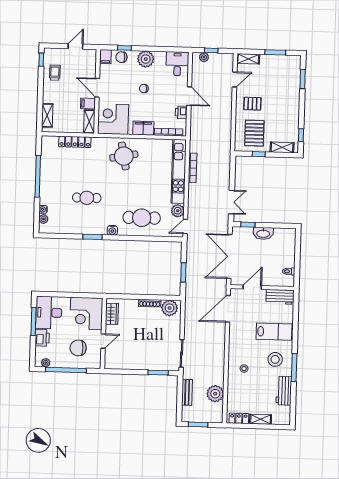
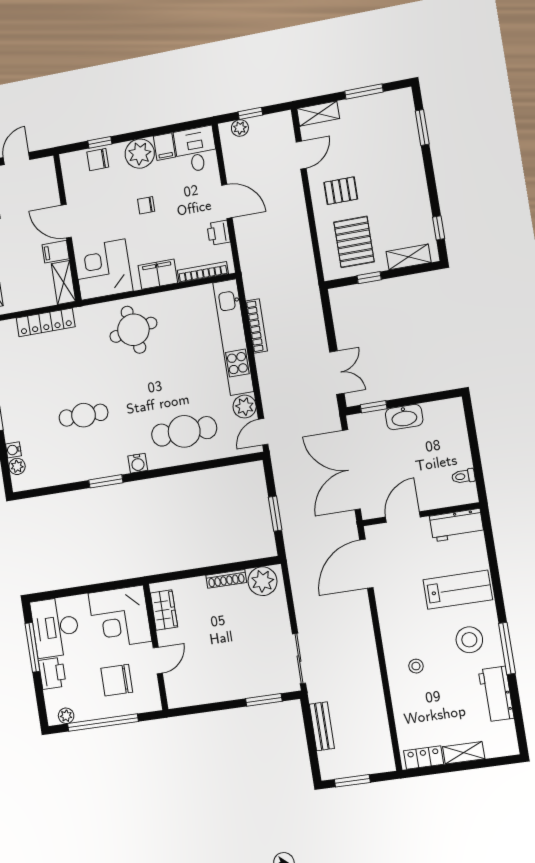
filing cabinet: (106, 57) -> (164, 147), moved
plant: (215, 394) -> (373, 720), removed

